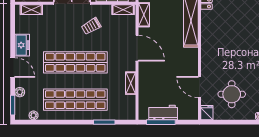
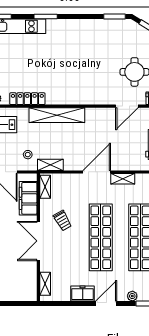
door: (137, 48) -> (97, 172), moved

